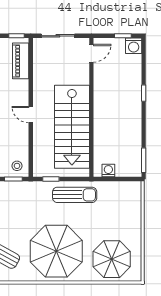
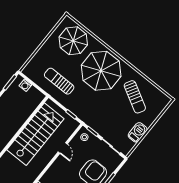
door: (31, 115) -> (63, 148), moved
washing machine: (108, 171) -> (25, 85), moved
sun lounger: (75, 195) -> (59, 81), moved

